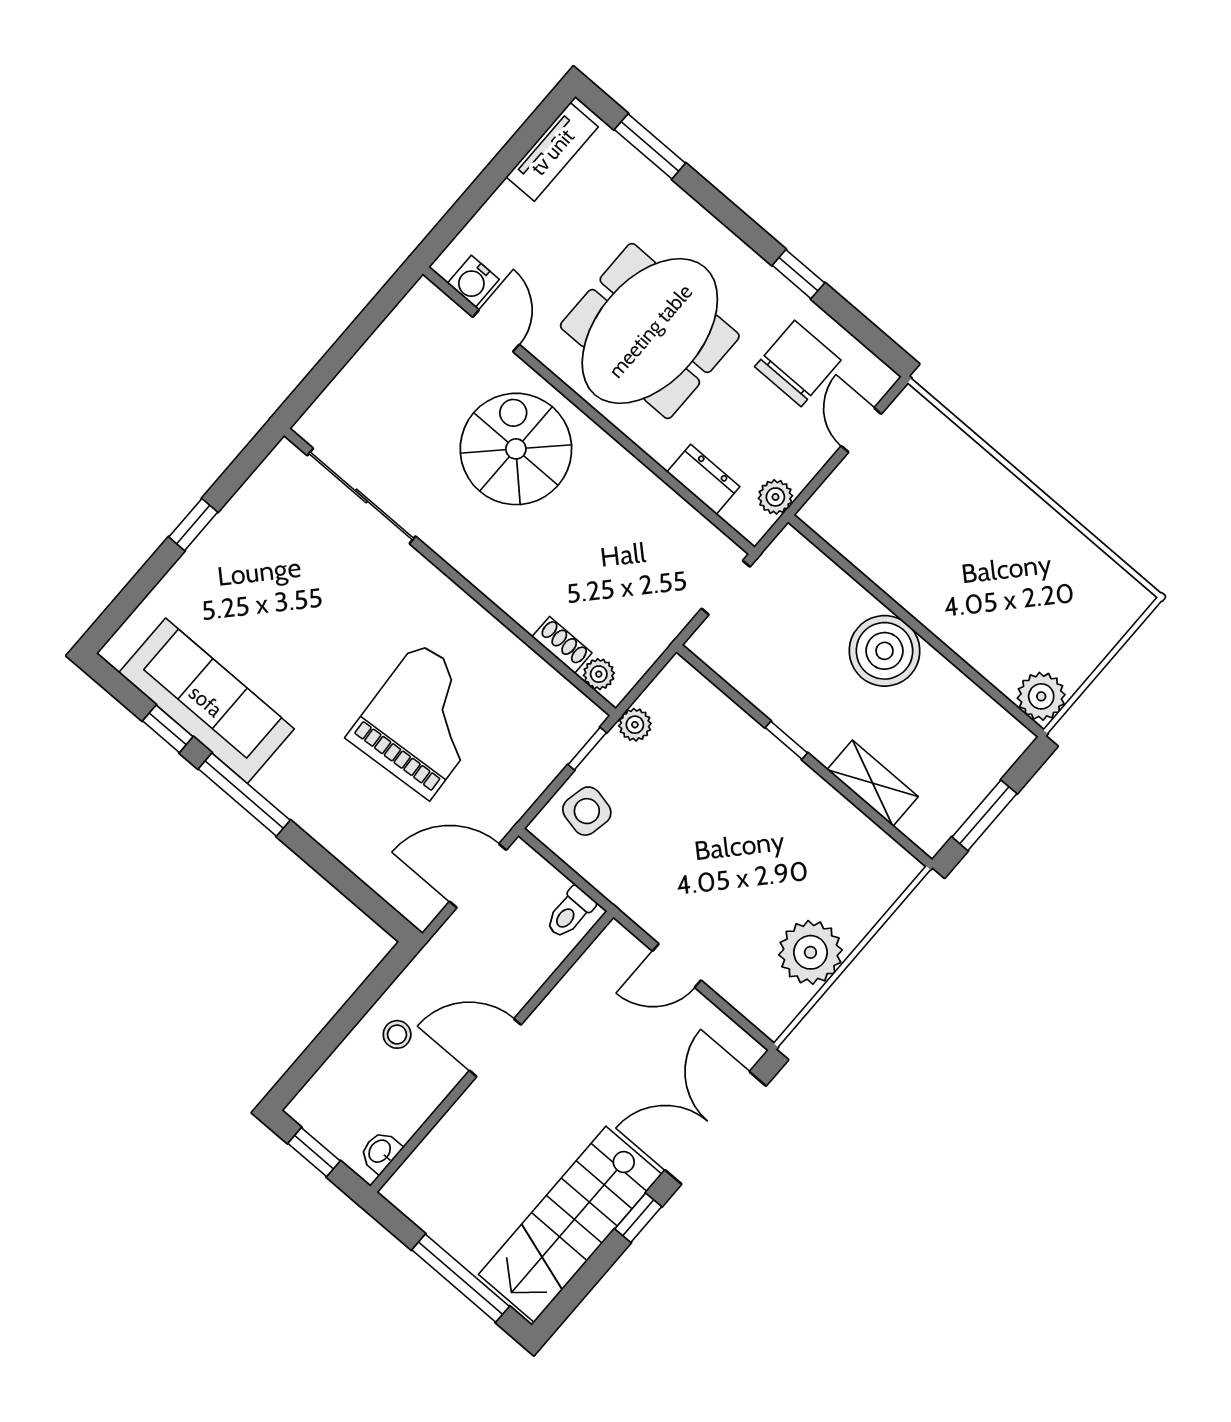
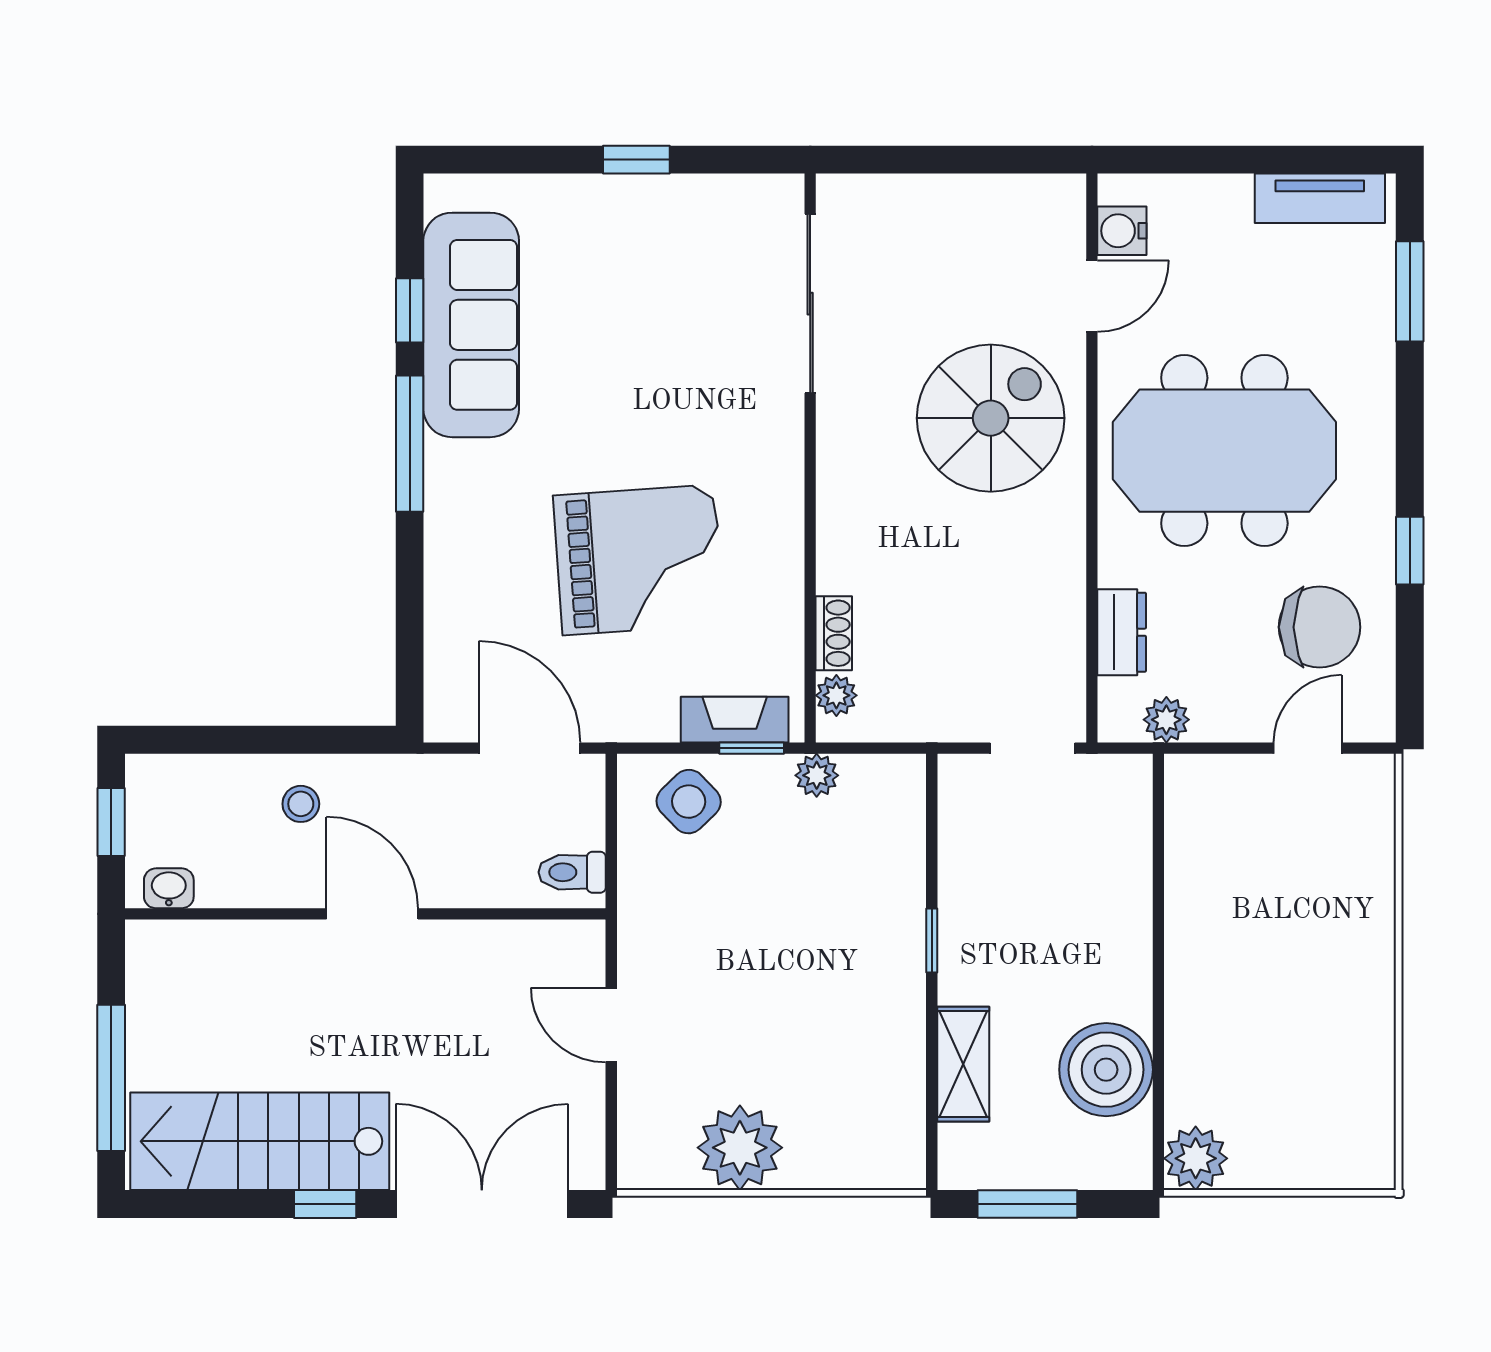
boiler: (885, 651) -> (1106, 1070), moved
fireplace: (563, 744) -> (735, 720), added
side table: (587, 811) -> (689, 802), turned 34

